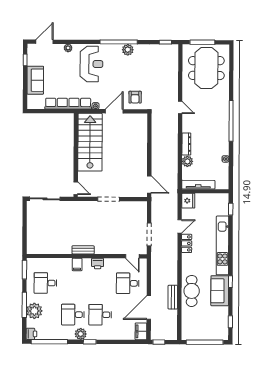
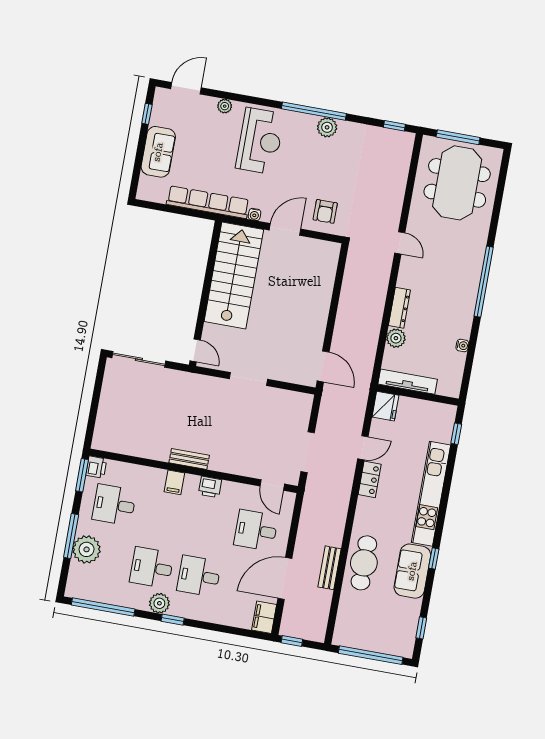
printer: (31, 334) -> (96, 467), moved

